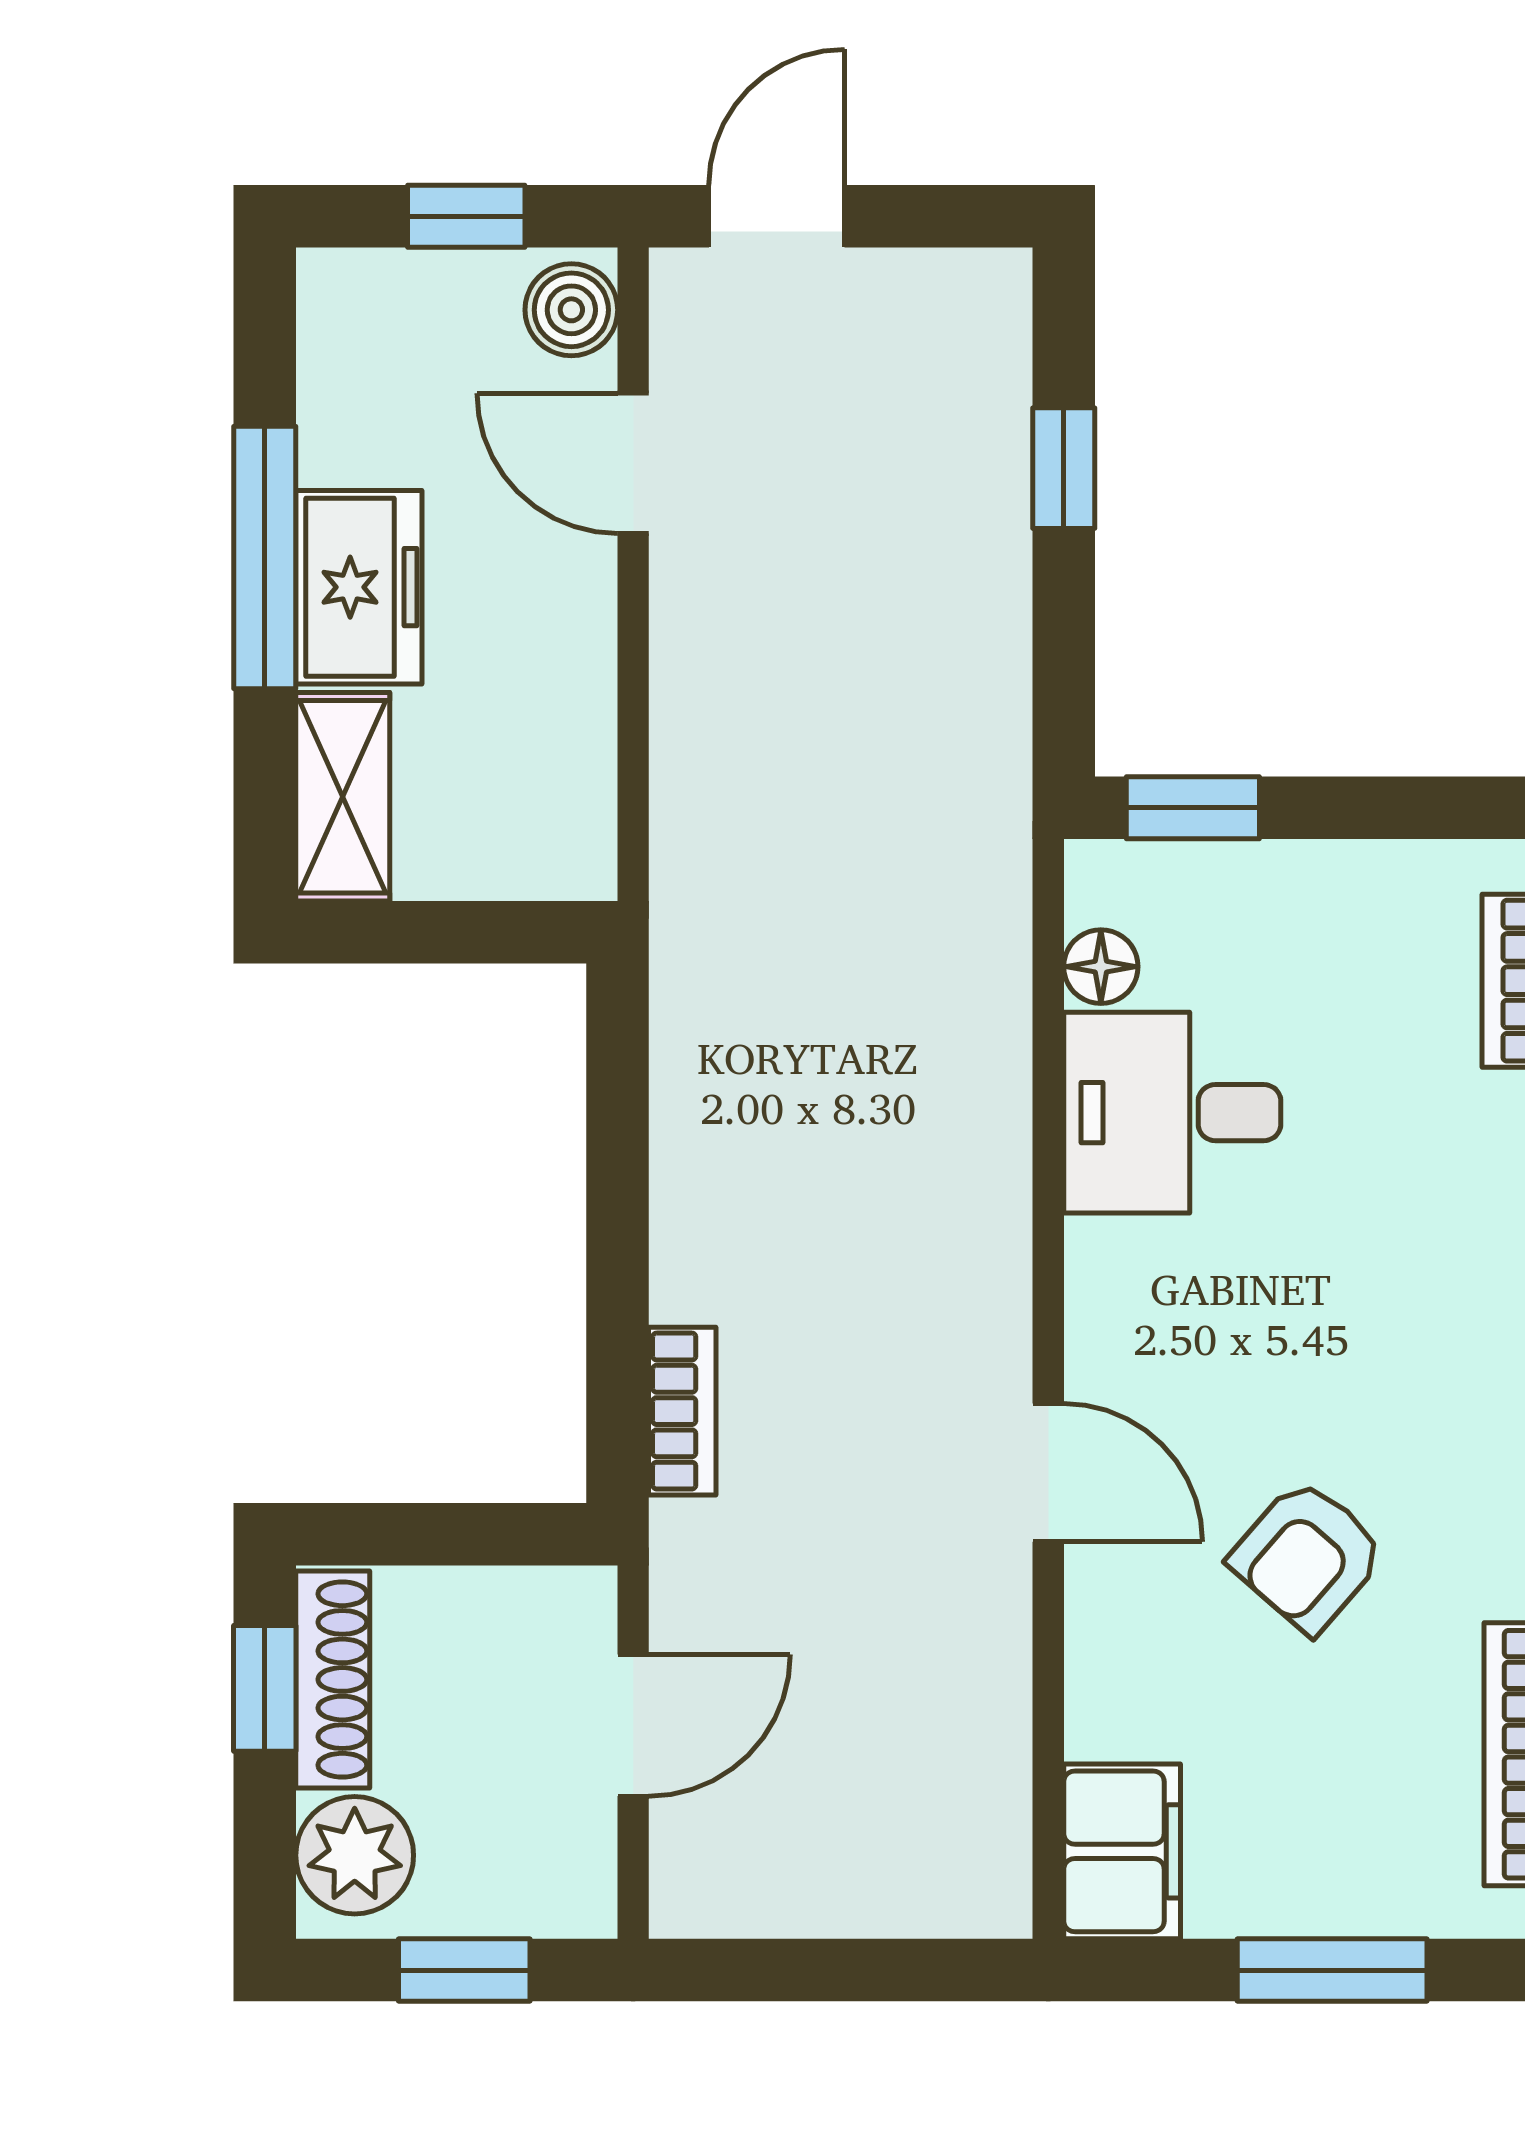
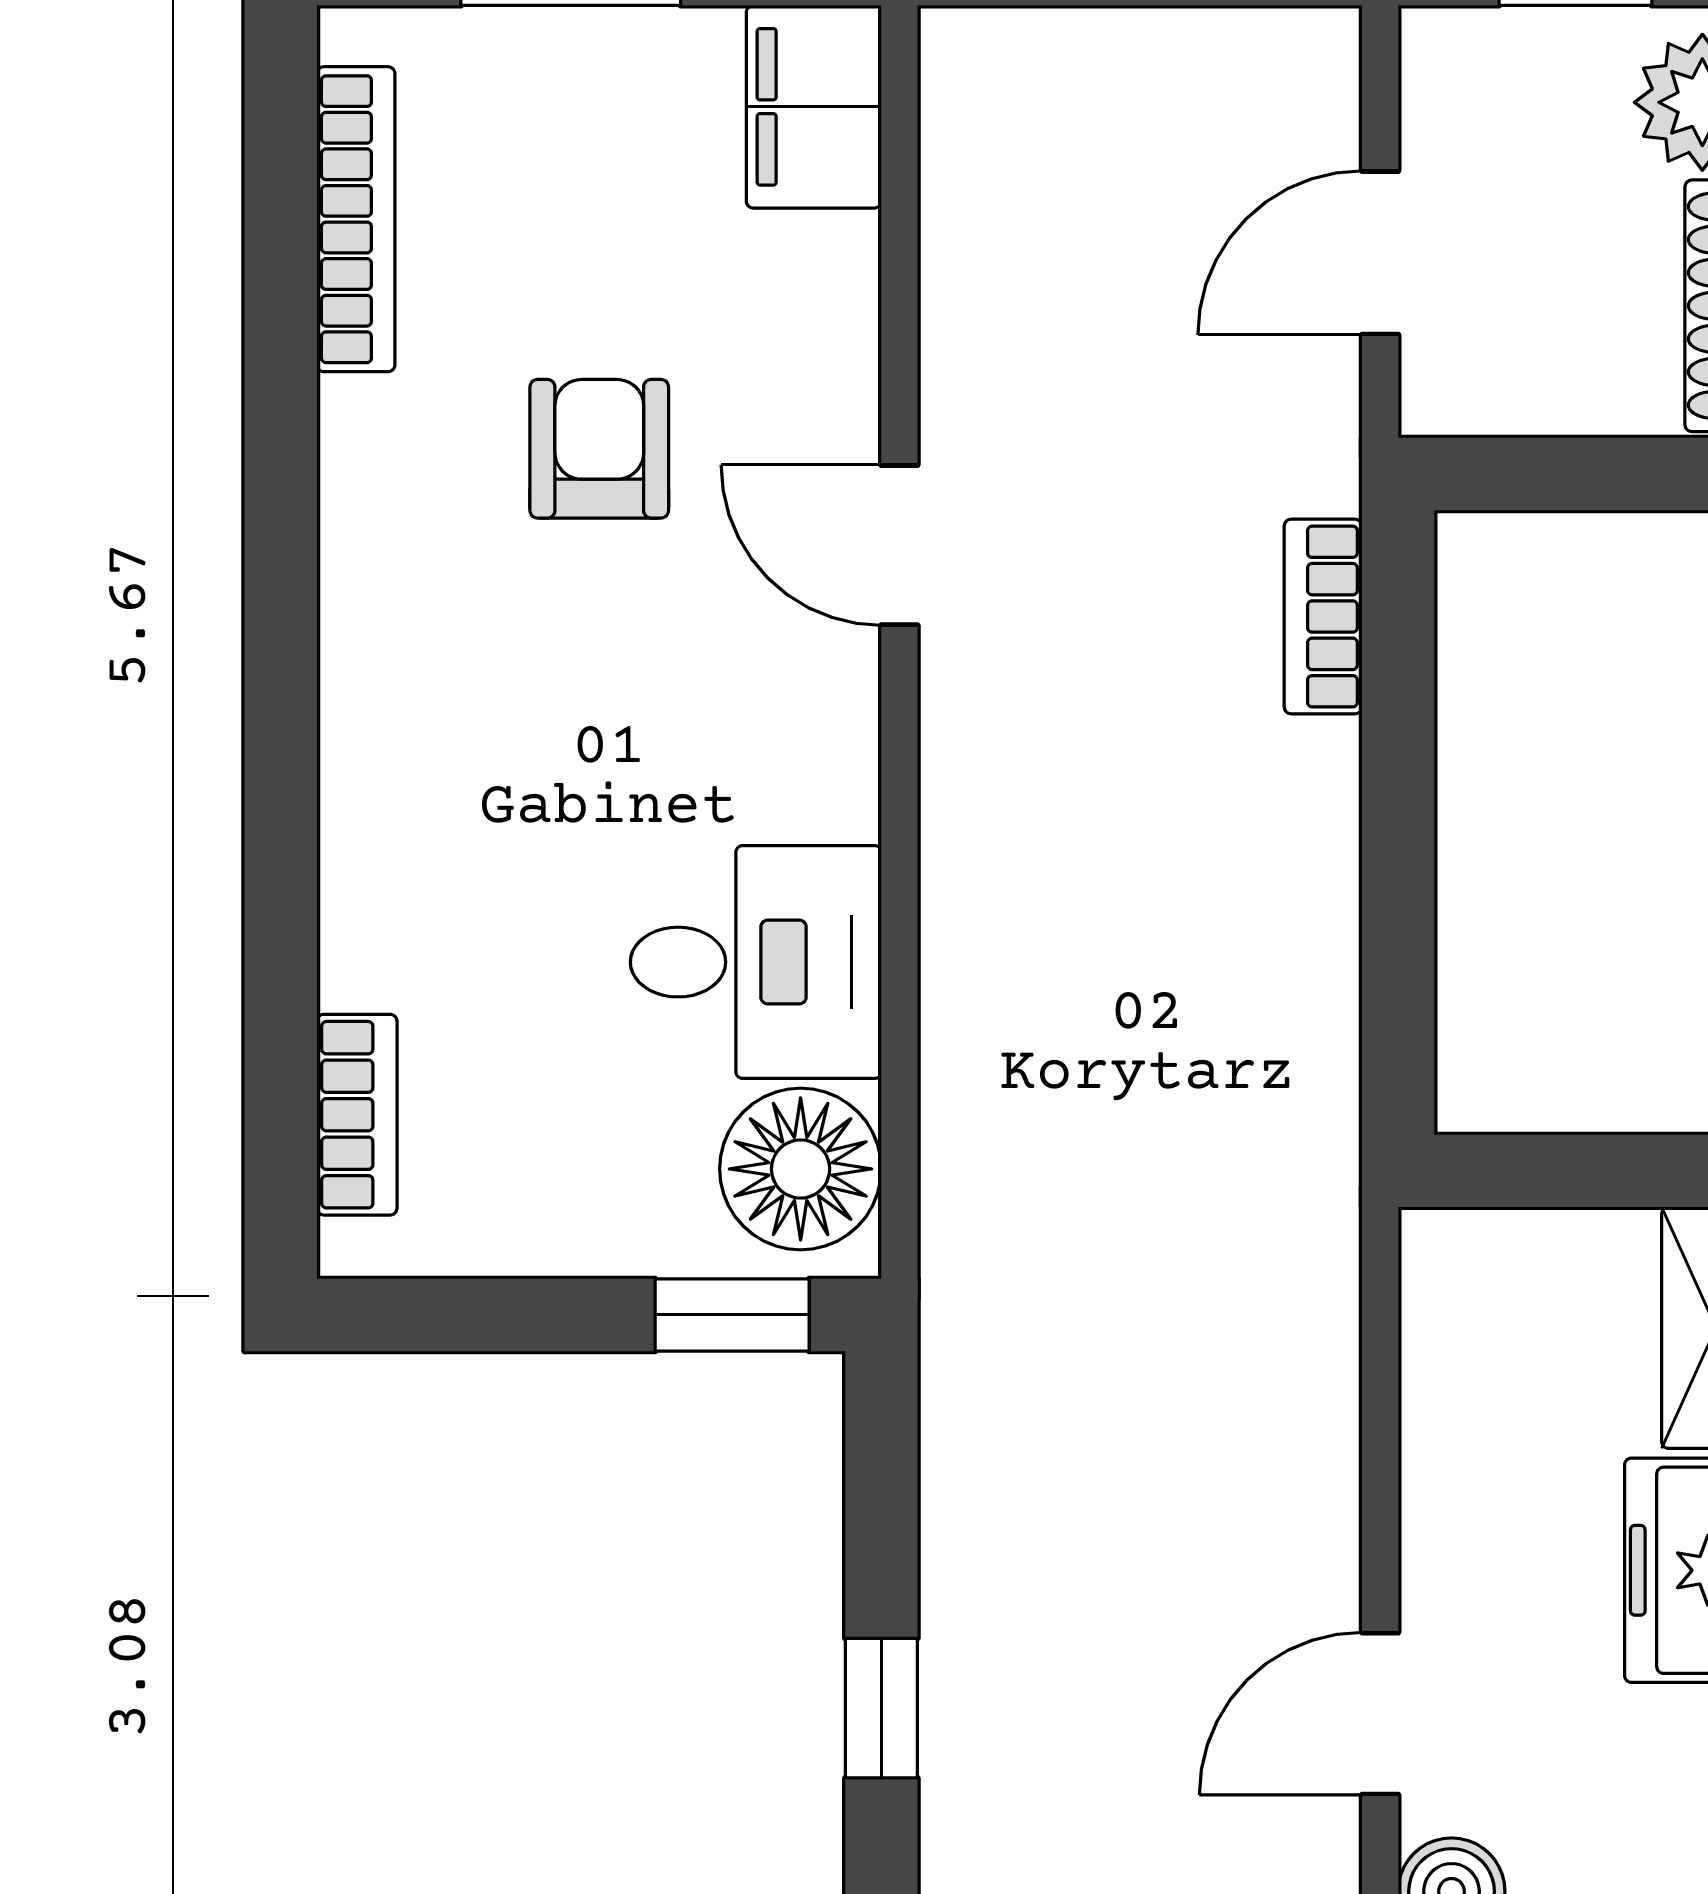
door: (633, 463) -> (1380, 1714), swing flipped
floor lamp: (1101, 967) -> (801, 1169), width x1.89, depth x1.89
armchair: (1308, 1556) -> (599, 449), turned -41

